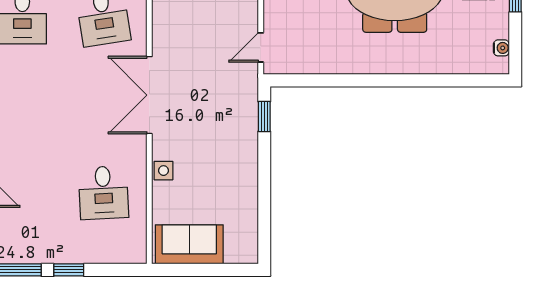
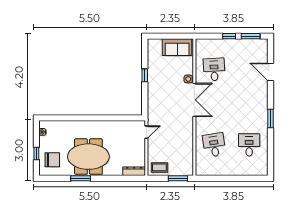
double door: (149, 95) -> (194, 100), moved
window: (264, 117) -> (145, 75), moved

